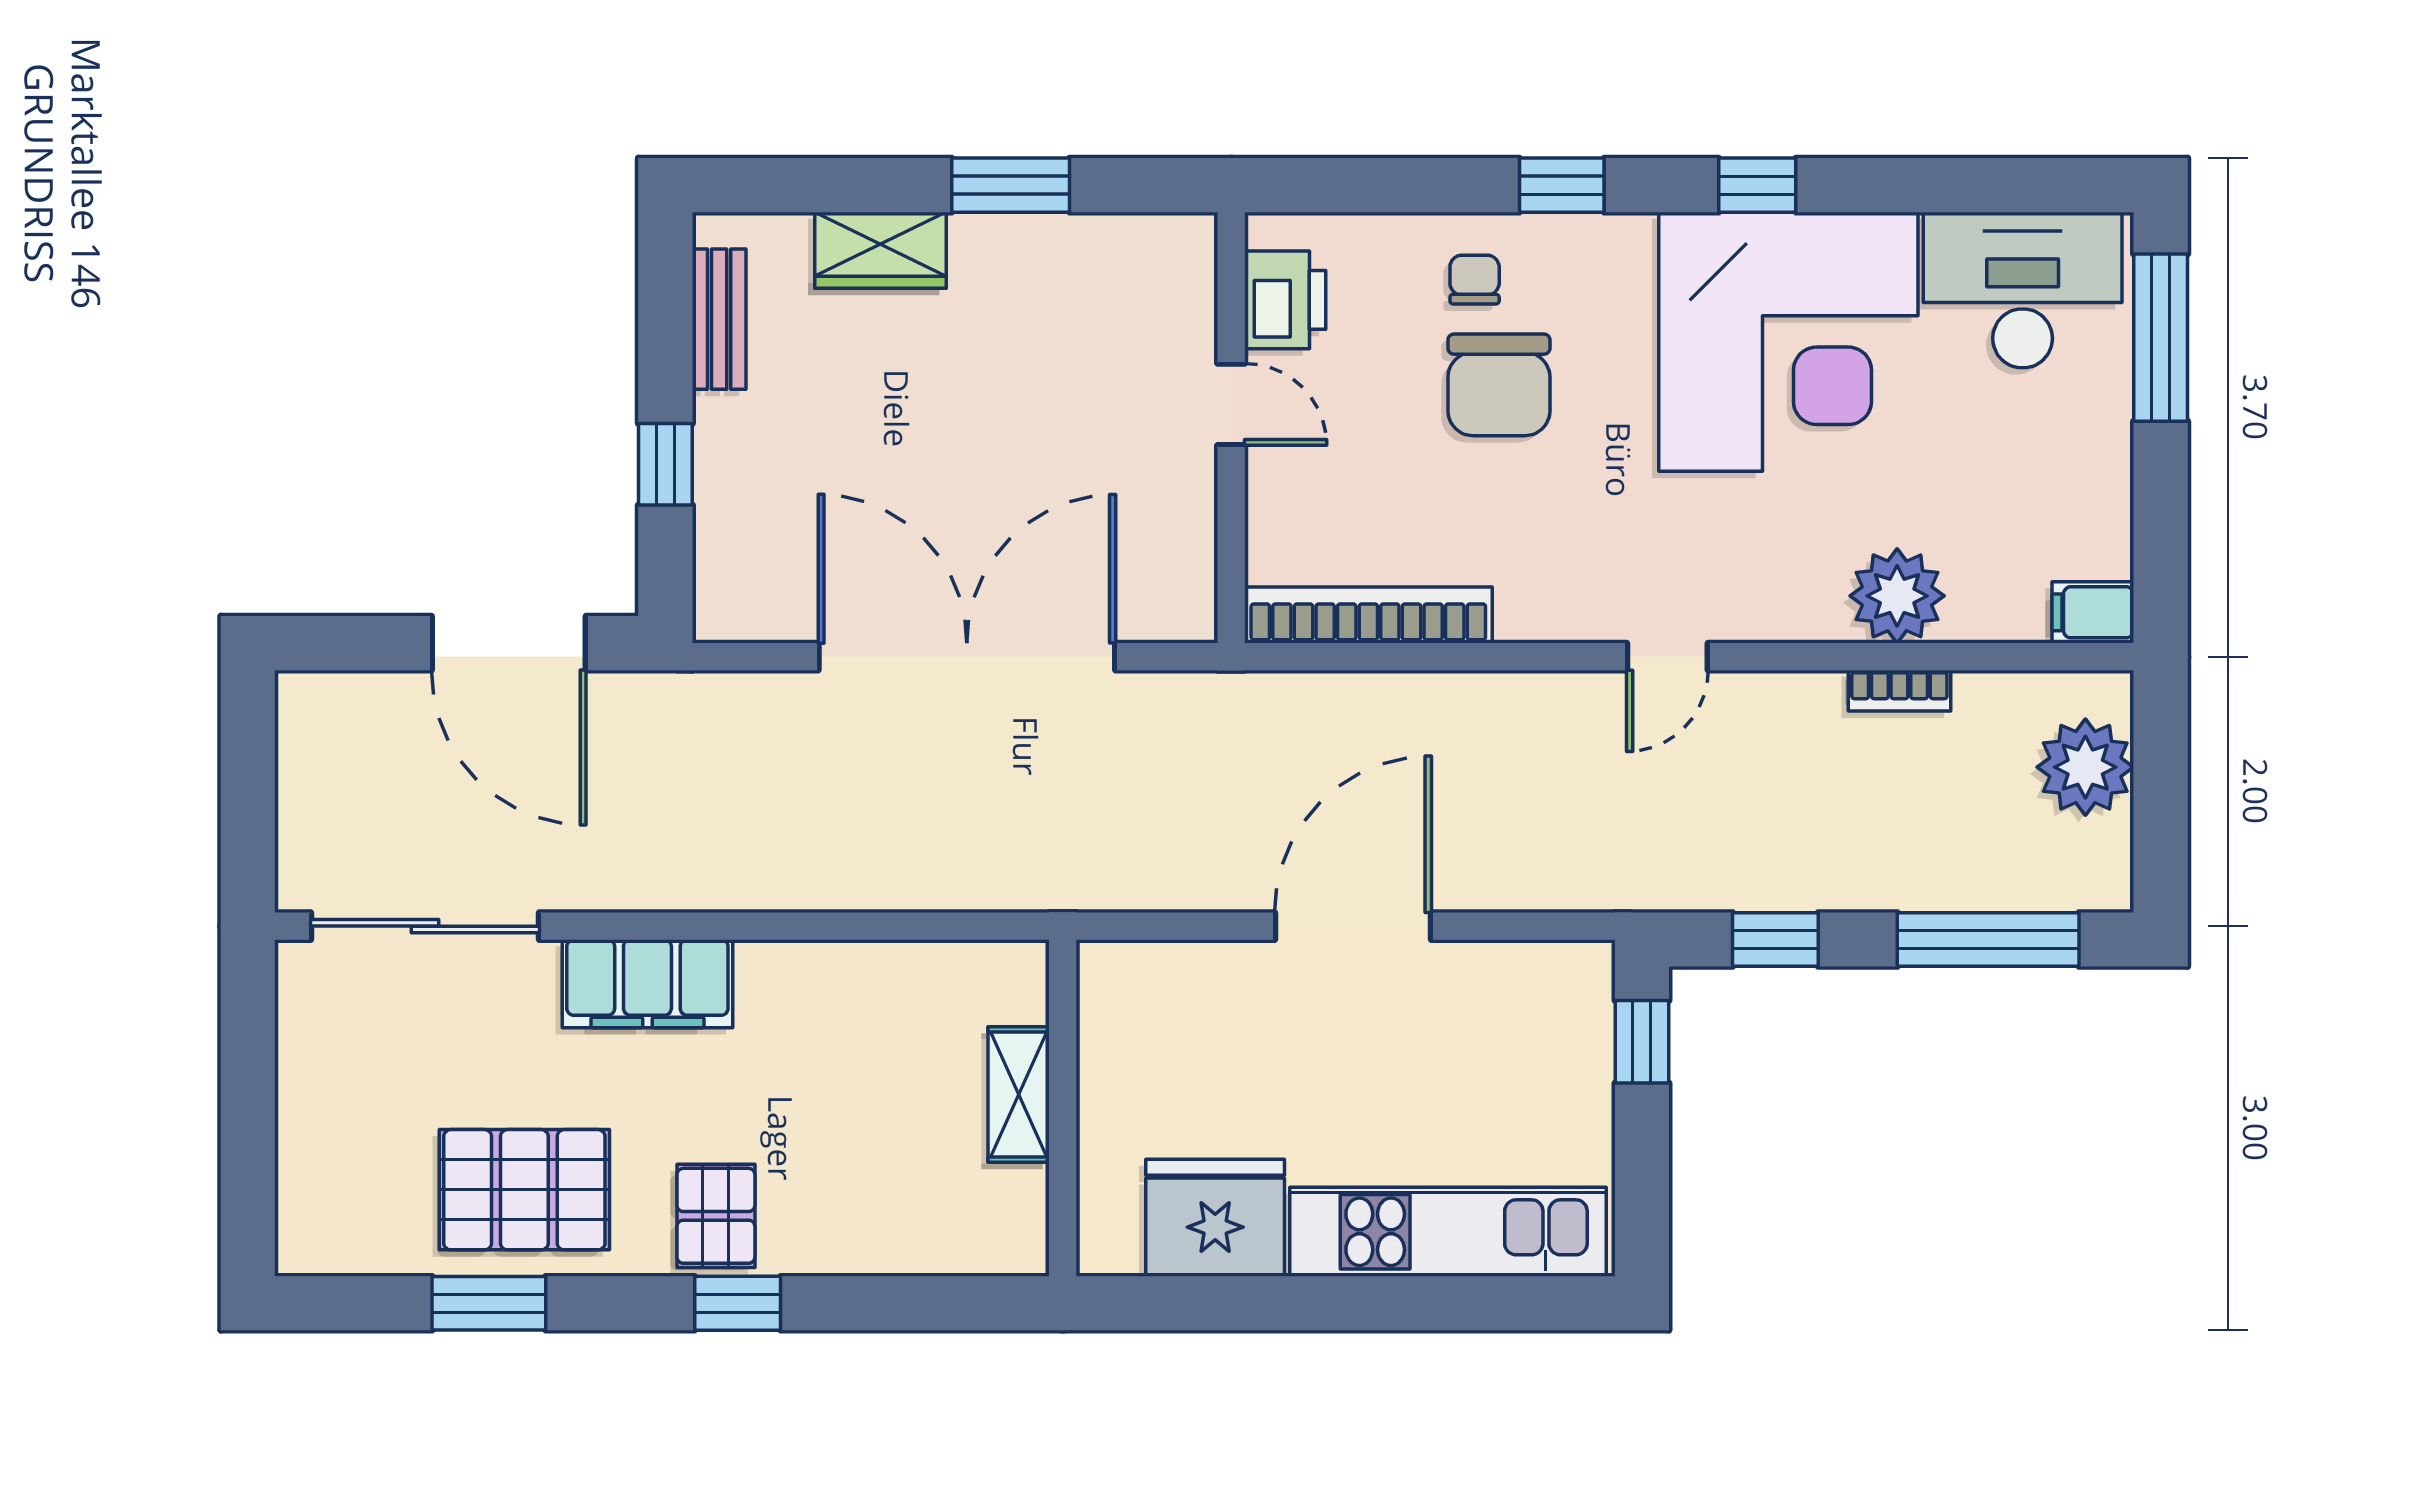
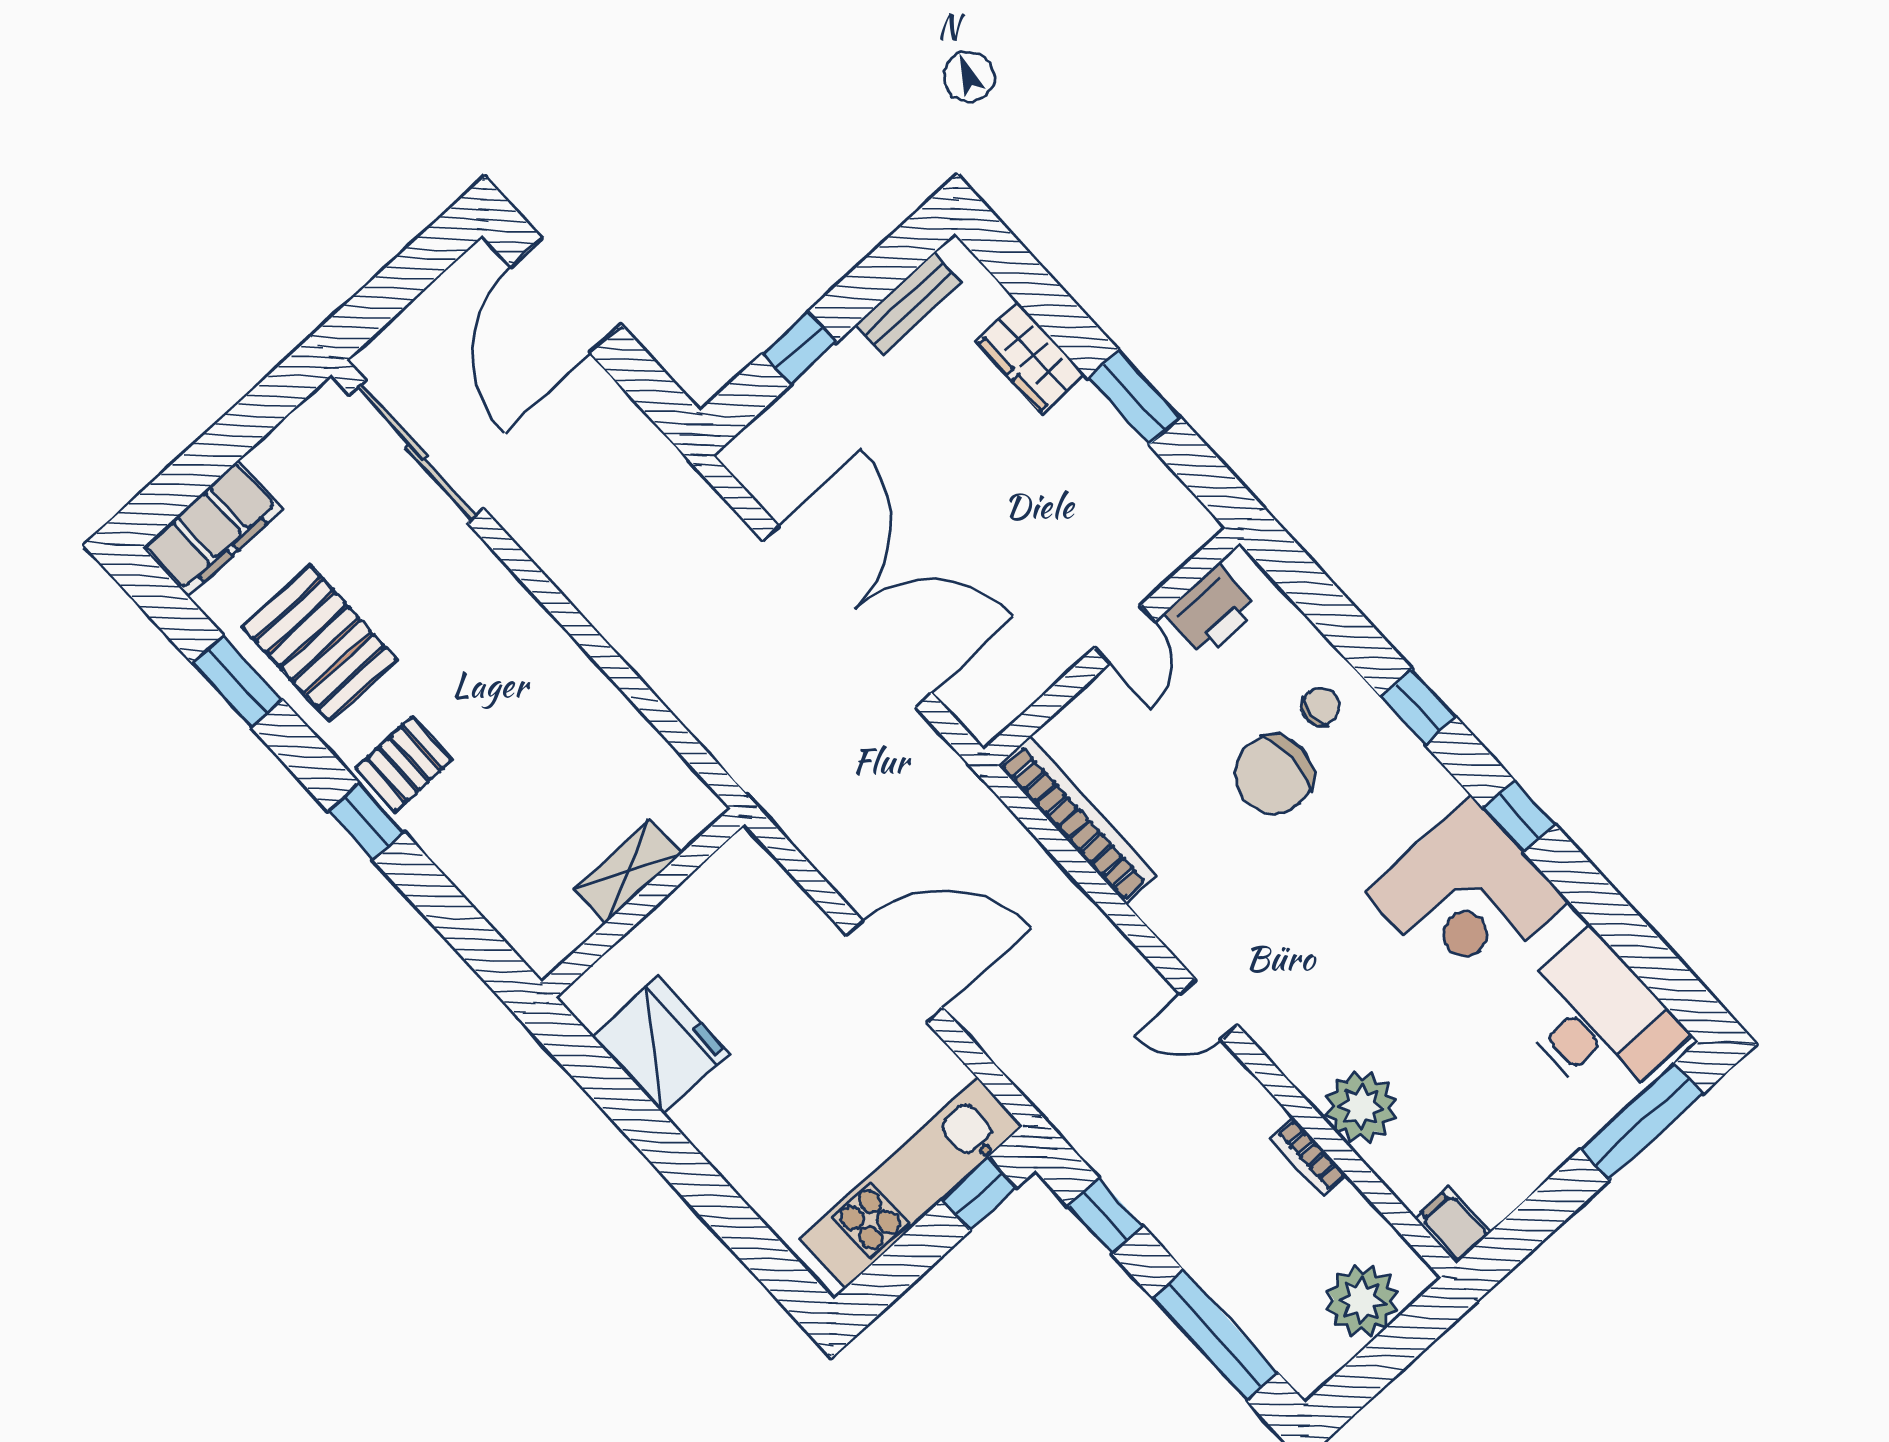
corner desk: (1788, 342) -> (1467, 897), width x0.74, depth x0.74
door: (509, 643) -> (566, 296), moved
filing cabinet: (647, 984) -> (213, 529), moved, turned -90
kitchen unit: (1448, 1232) -> (911, 1182), moved, turned -90

